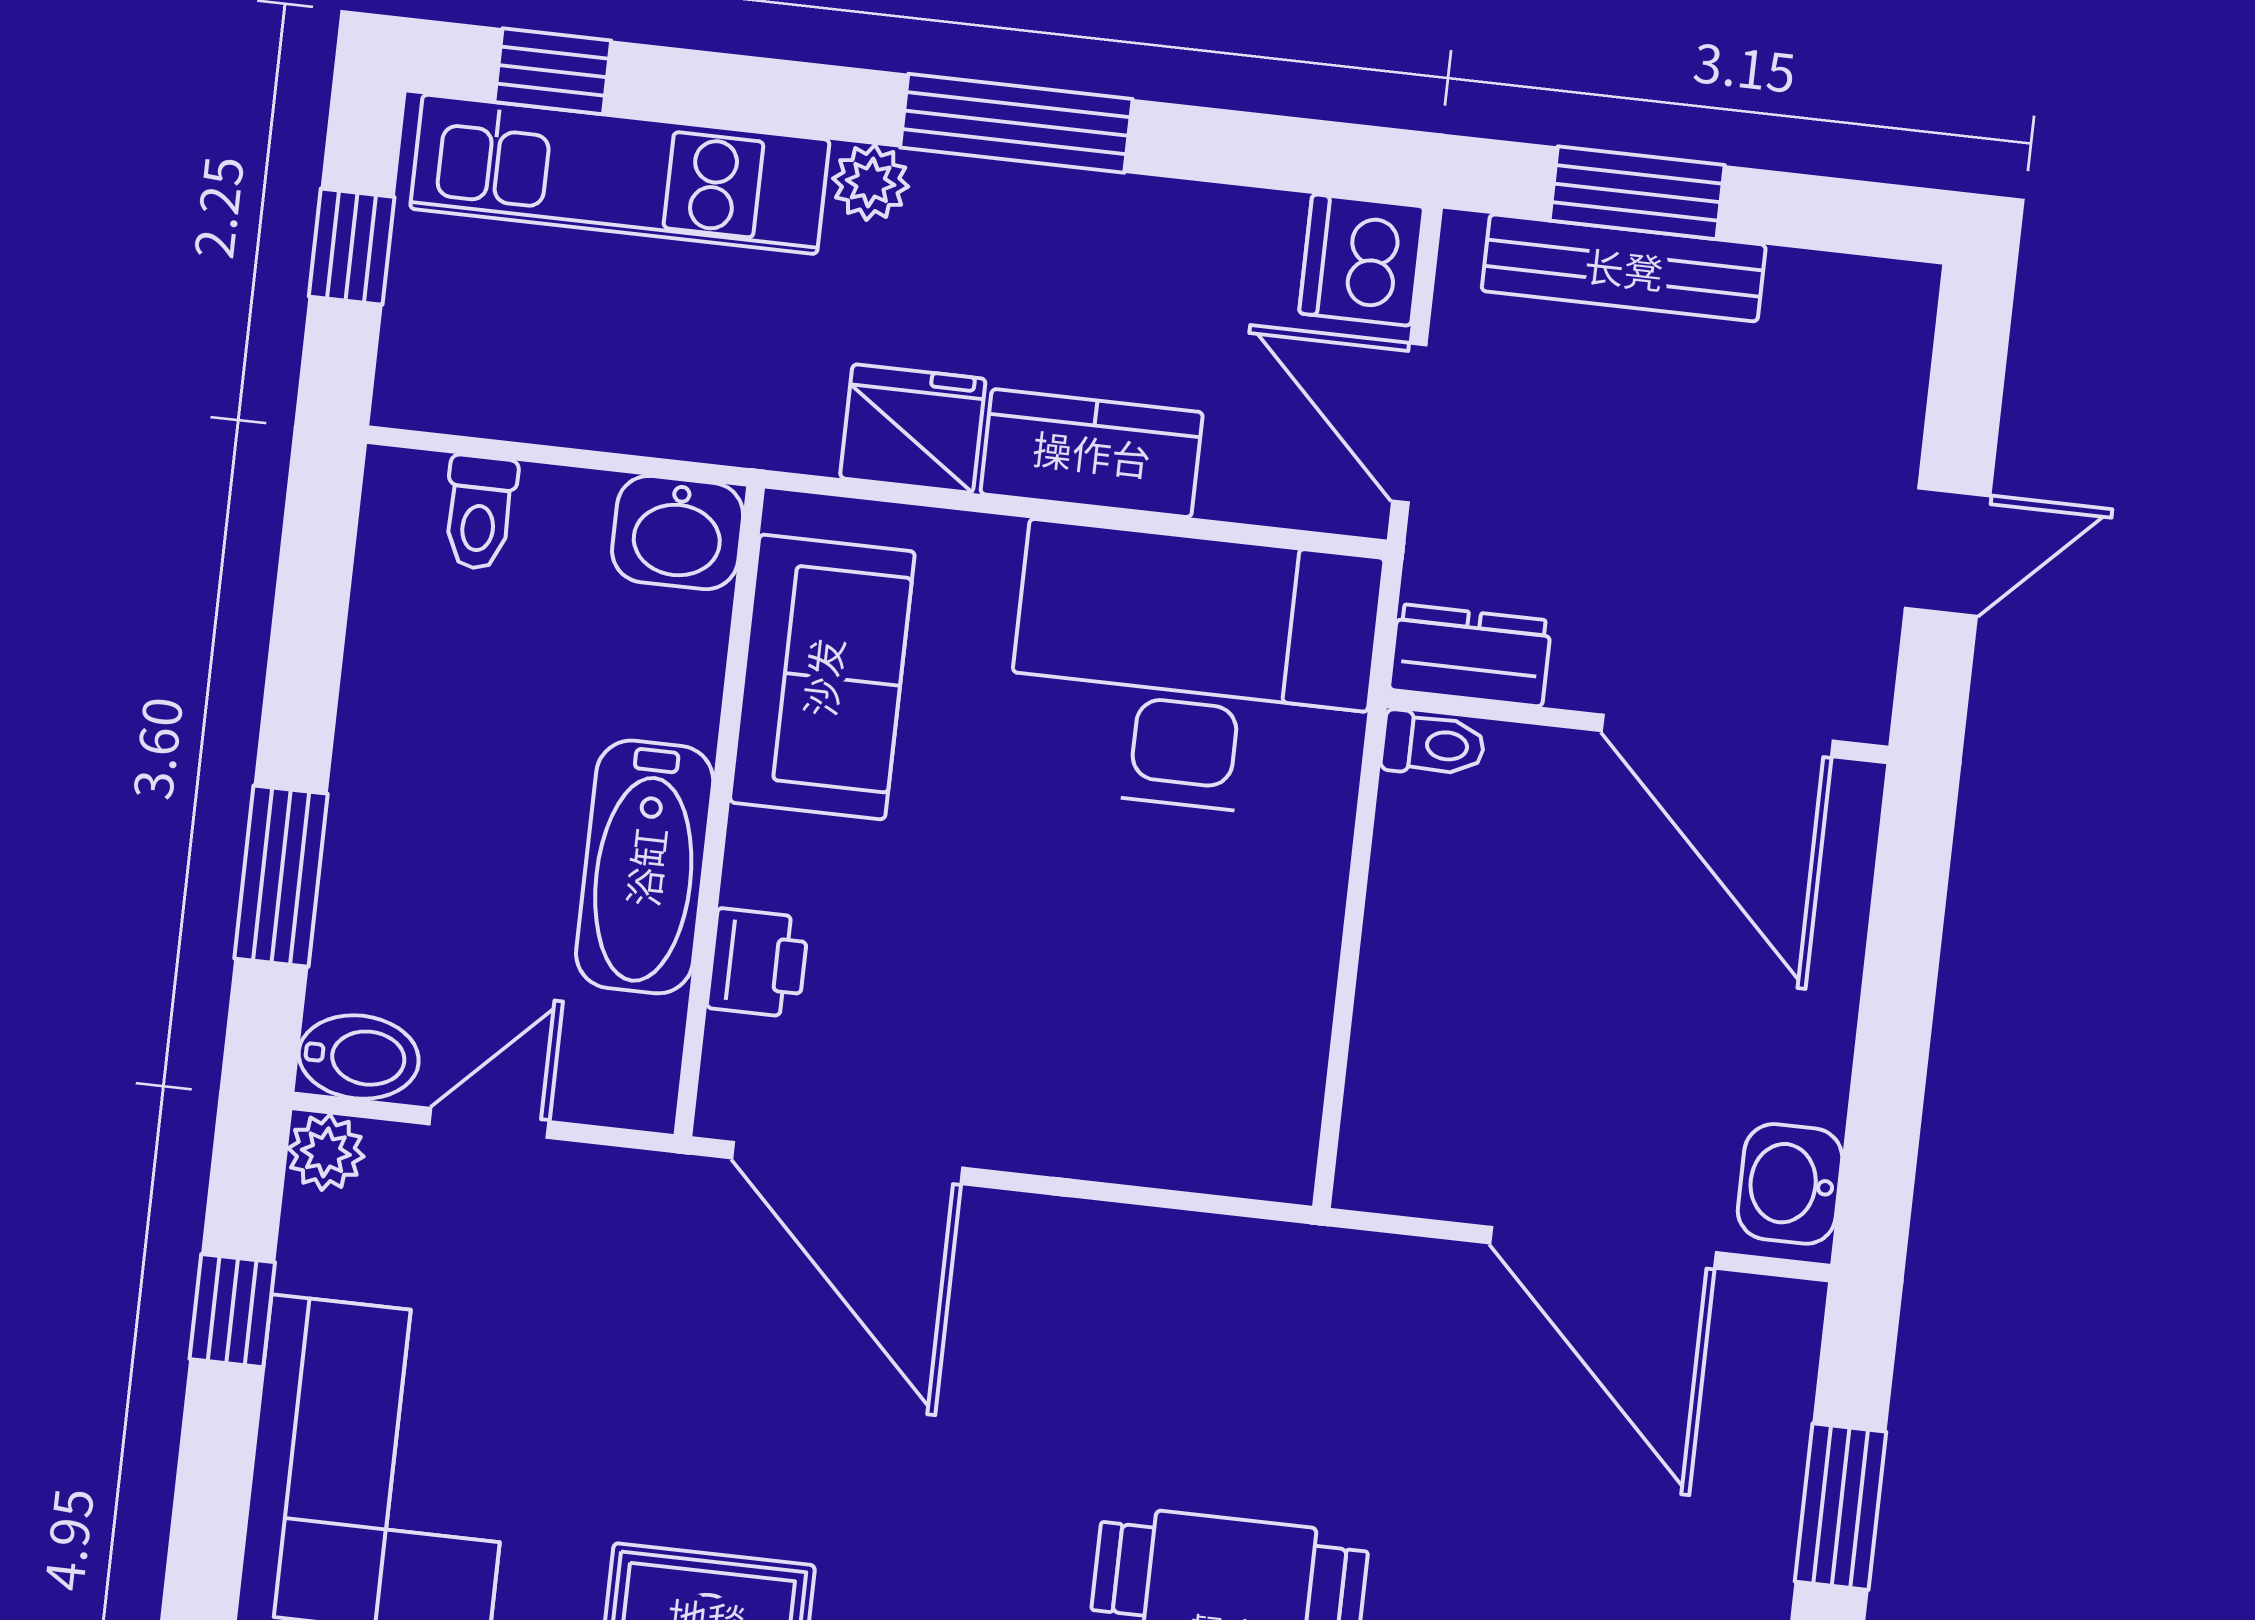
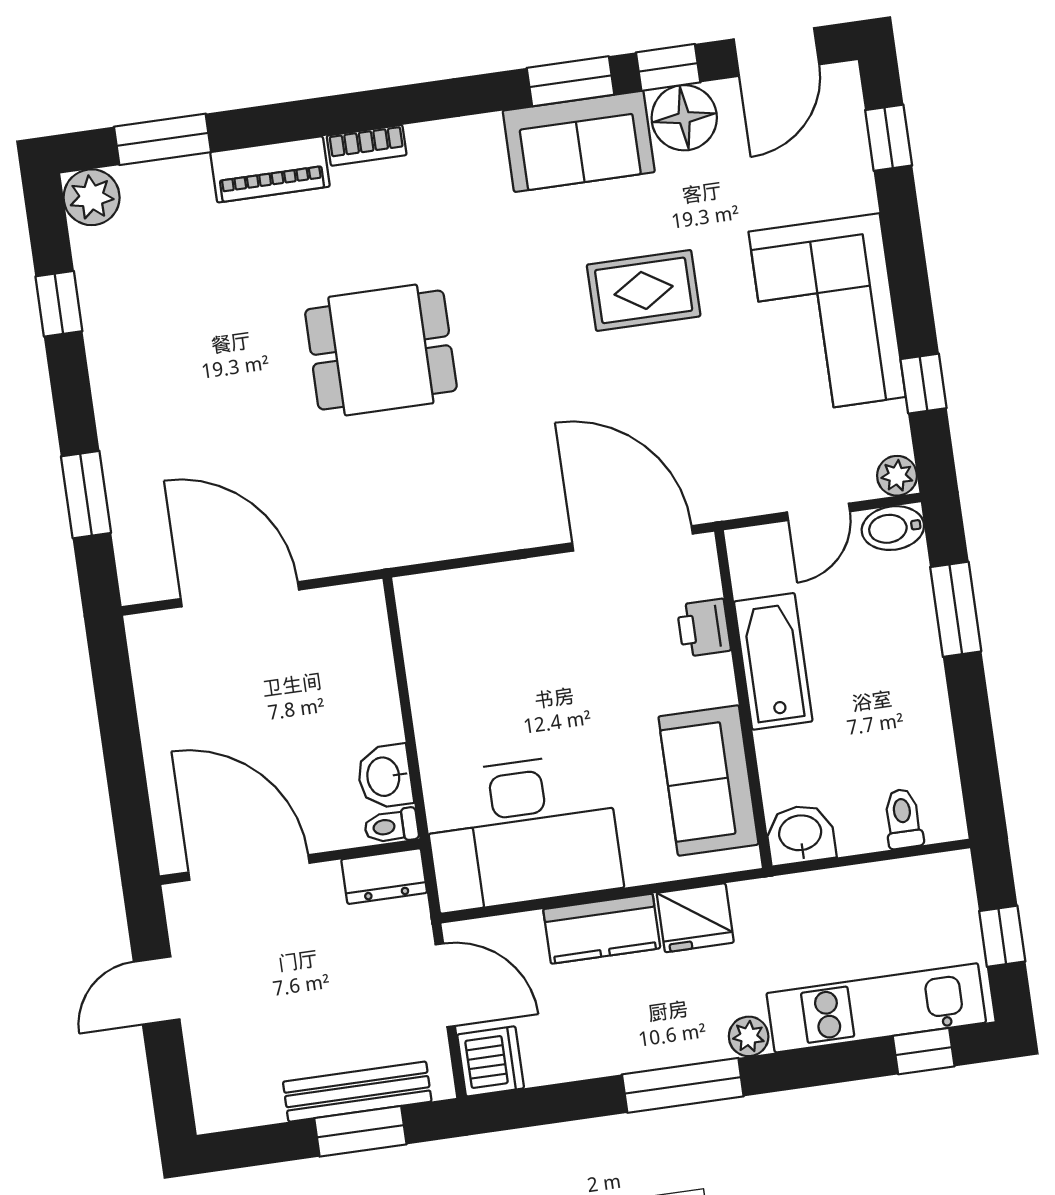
washbasin: (1790, 1184) -> (385, 776), moved, turned 180

